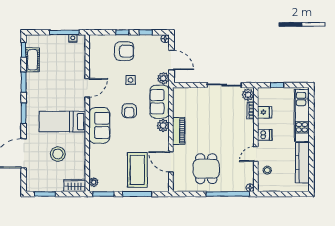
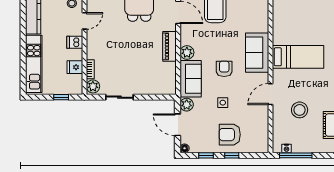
sliding door: (224, 85) -> (119, 97), width x0.73
stool: (58, 154) -> (300, 110), moved

